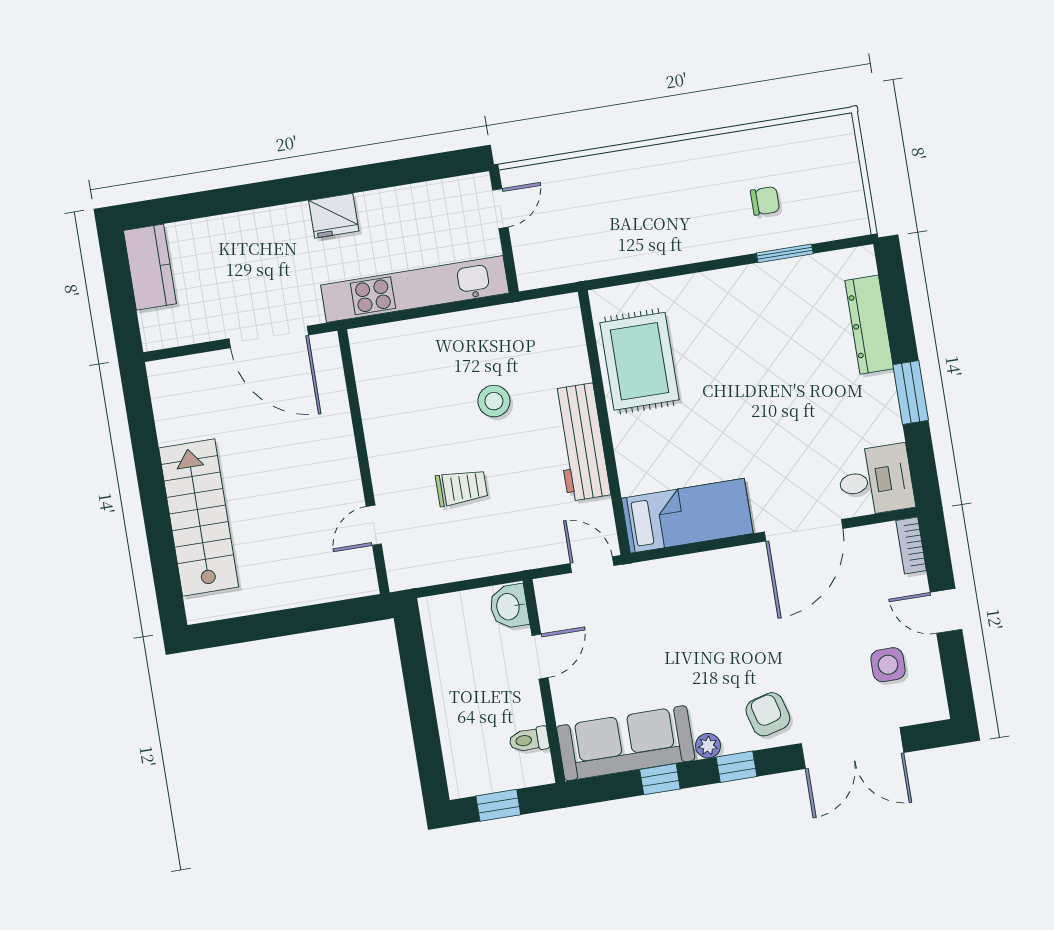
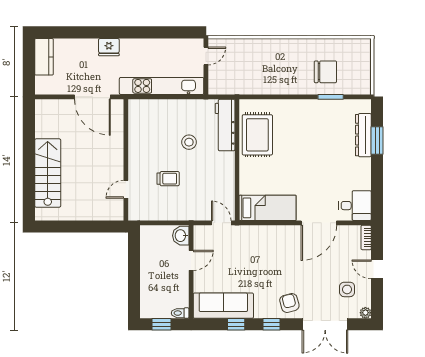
chair: (765, 201) -> (325, 72), width x1.87, depth x1.87
fridge: (334, 216) -> (109, 47), moved
window: (911, 392) -> (377, 140), moved
workbench: (581, 442) -> (225, 125), moved
toilet: (529, 740) -> (180, 313), moved
plant: (708, 746) -> (365, 313), moved

